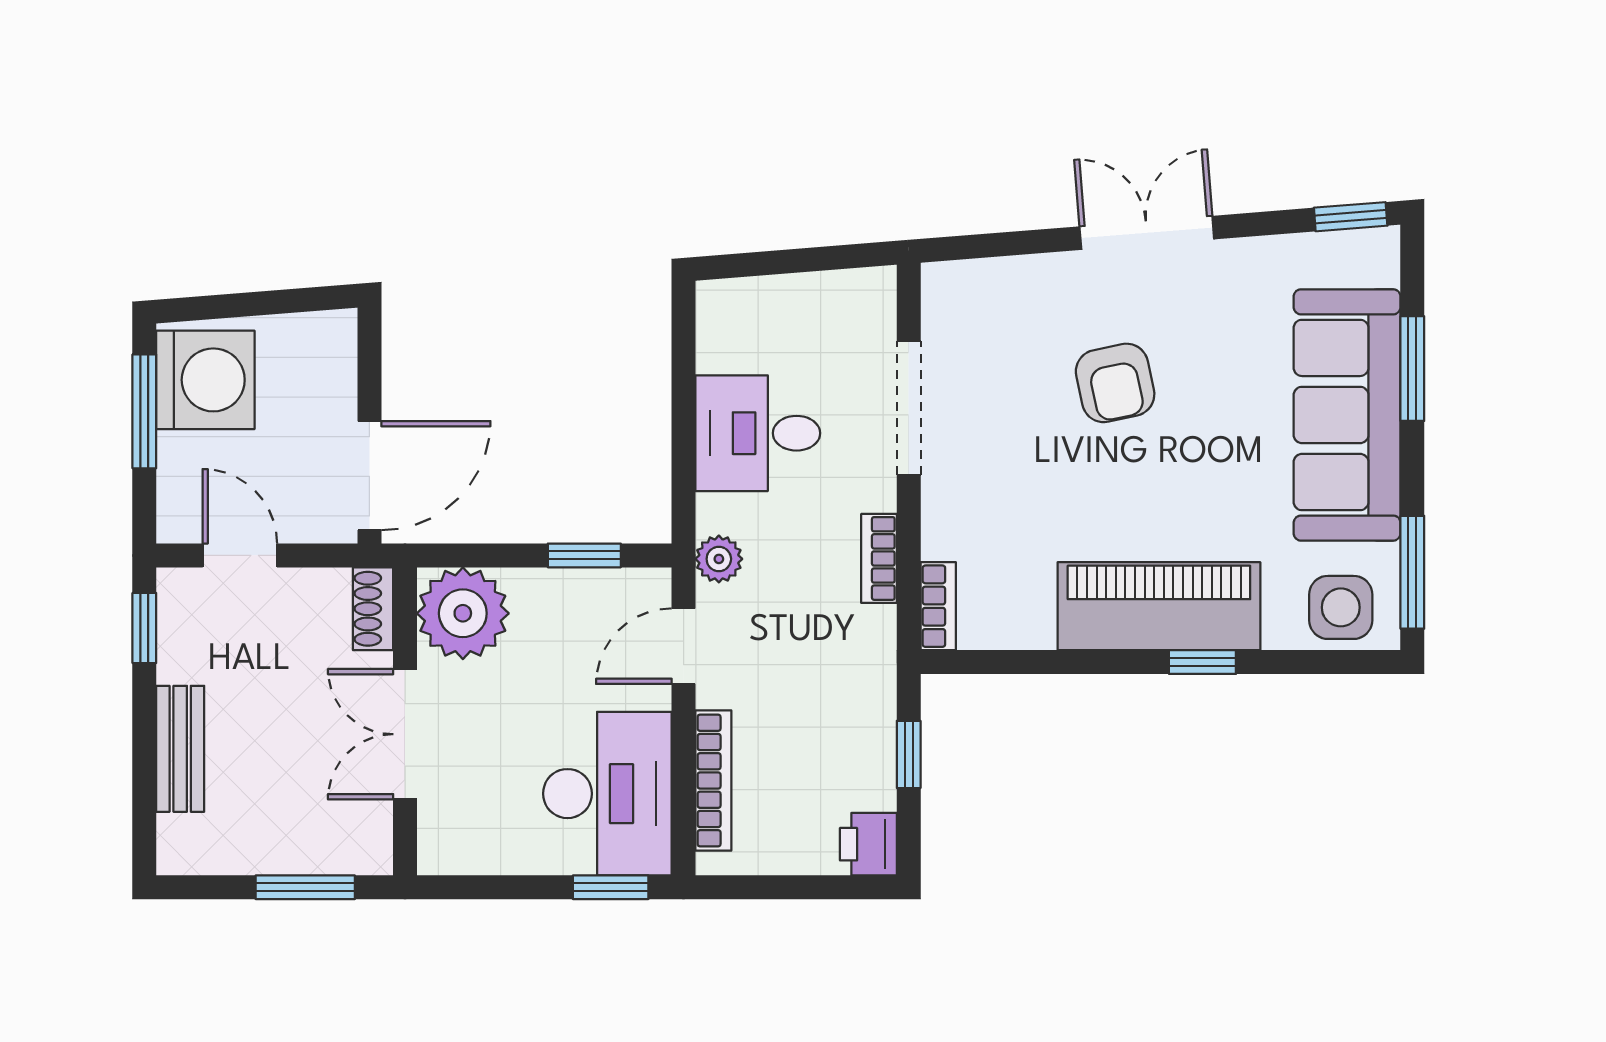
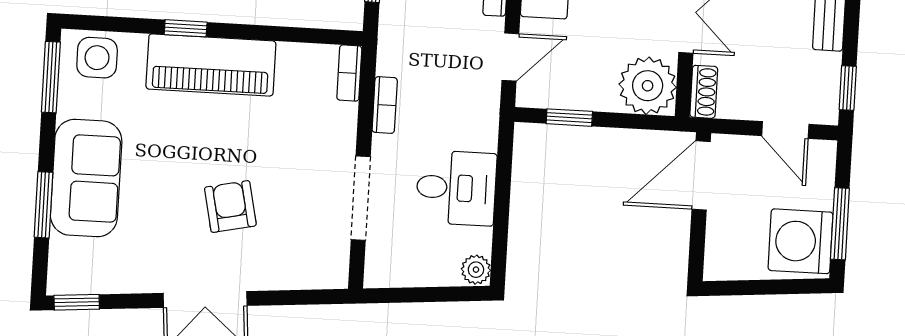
sofa: (1347, 415) -> (86, 178), width x0.73
plant: (719, 559) -> (476, 270), moved

